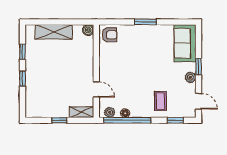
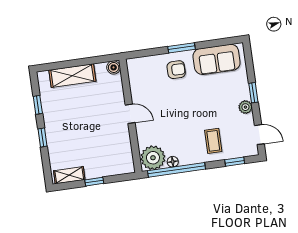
armchair: (110, 35) -> (176, 70), moved
sofa: (185, 43) -> (217, 59), moved, turned -90
door: (96, 89) -> (130, 114), moved
shelving: (81, 112) -> (69, 175), moved
plant: (110, 112) -> (153, 158), width x1.88, depth x1.88

